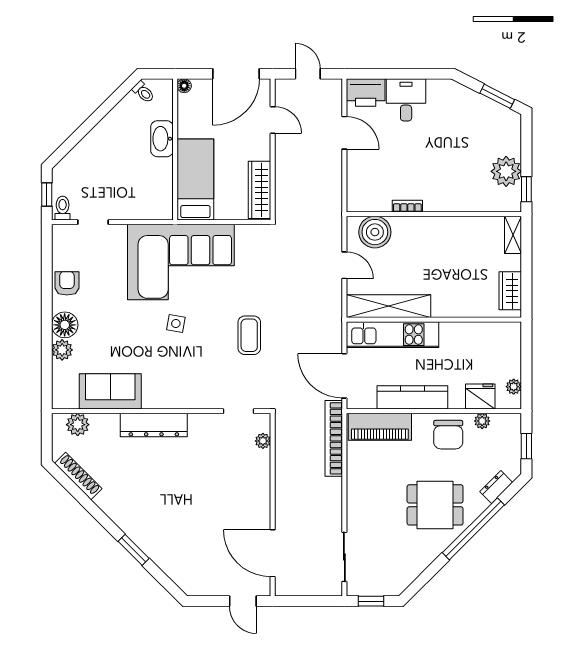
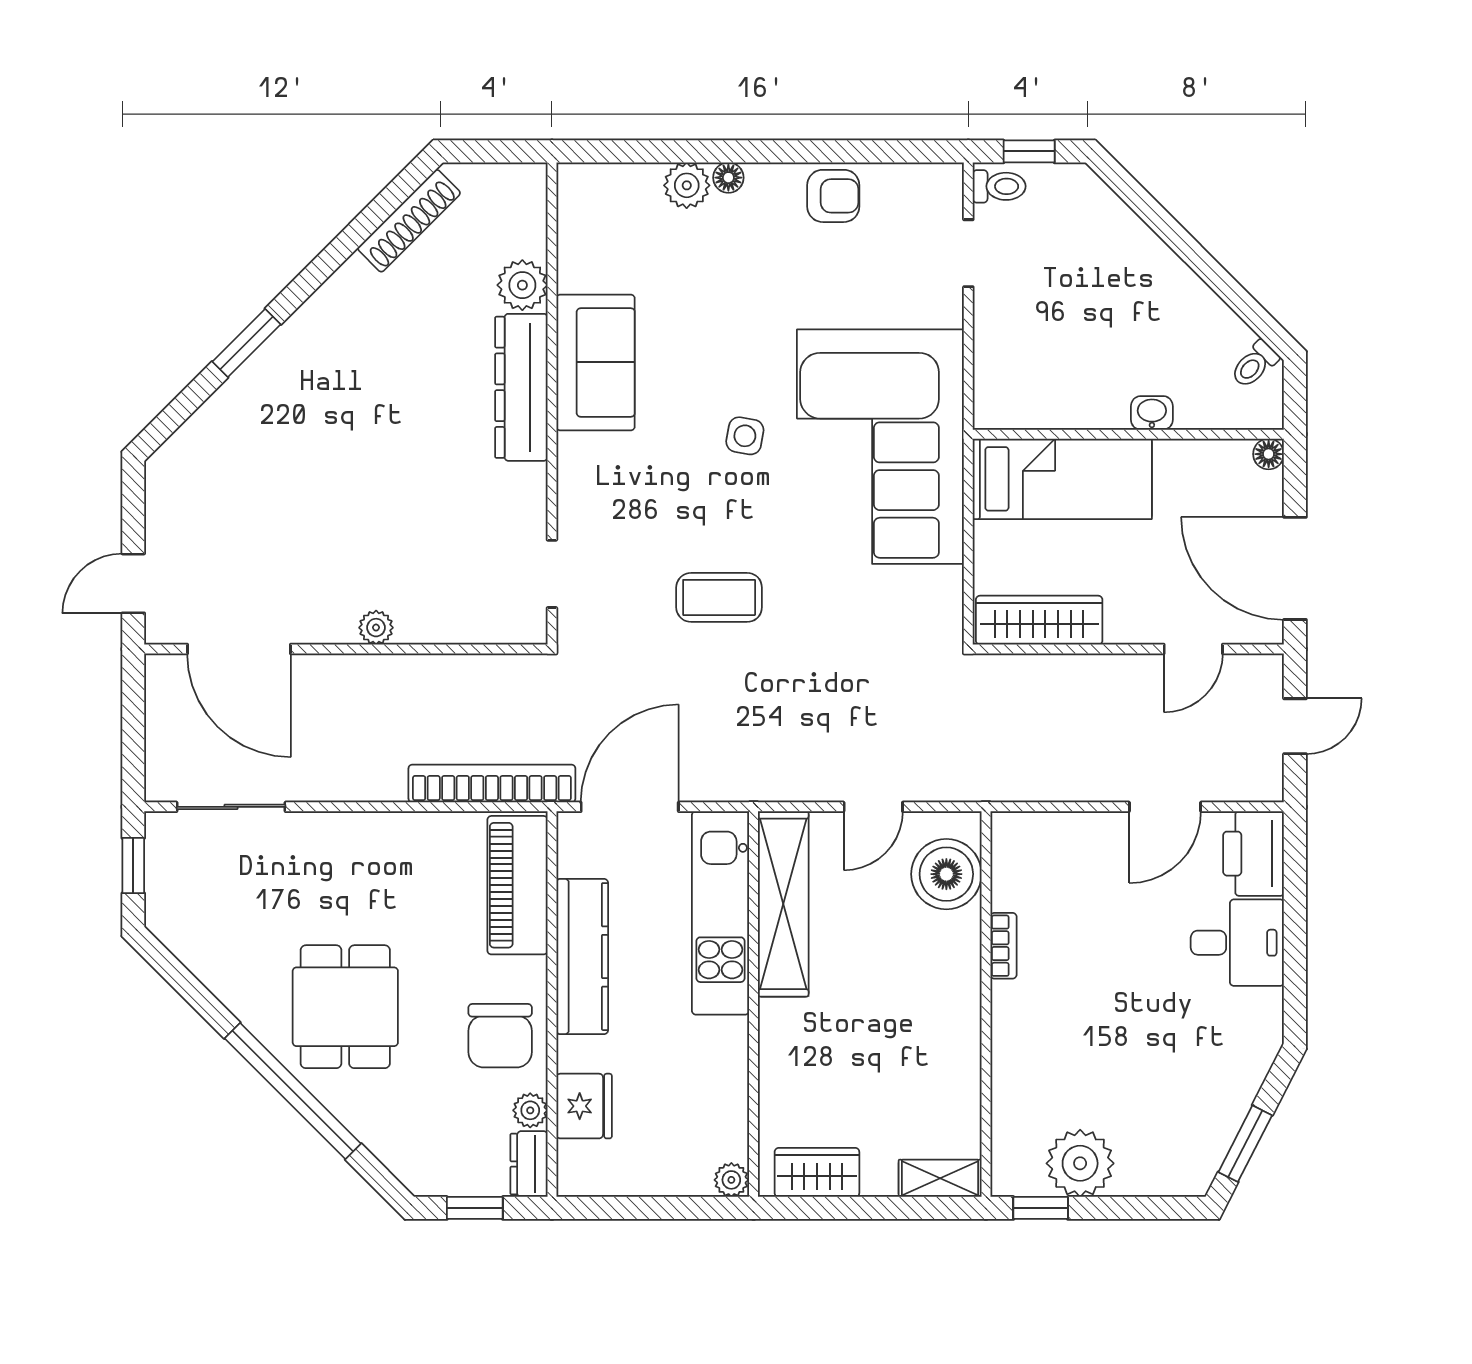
washbasin: (162, 139) -> (1152, 413), width x0.52, depth x0.69
floor lamp: (65, 325) -> (728, 178), width x0.53, depth x0.53
plant: (514, 387) -> (731, 1180), moved
sofa: (110, 391) -> (596, 362), moved
plant: (78, 425) -> (522, 285), moved
chair: (448, 435) -> (500, 1036), turned -90
plant: (263, 441) -> (376, 628), moved
dresser: (496, 487) -> (529, 1164), moved, turned -135
door: (273, 553) -> (239, 649), swing flipped

